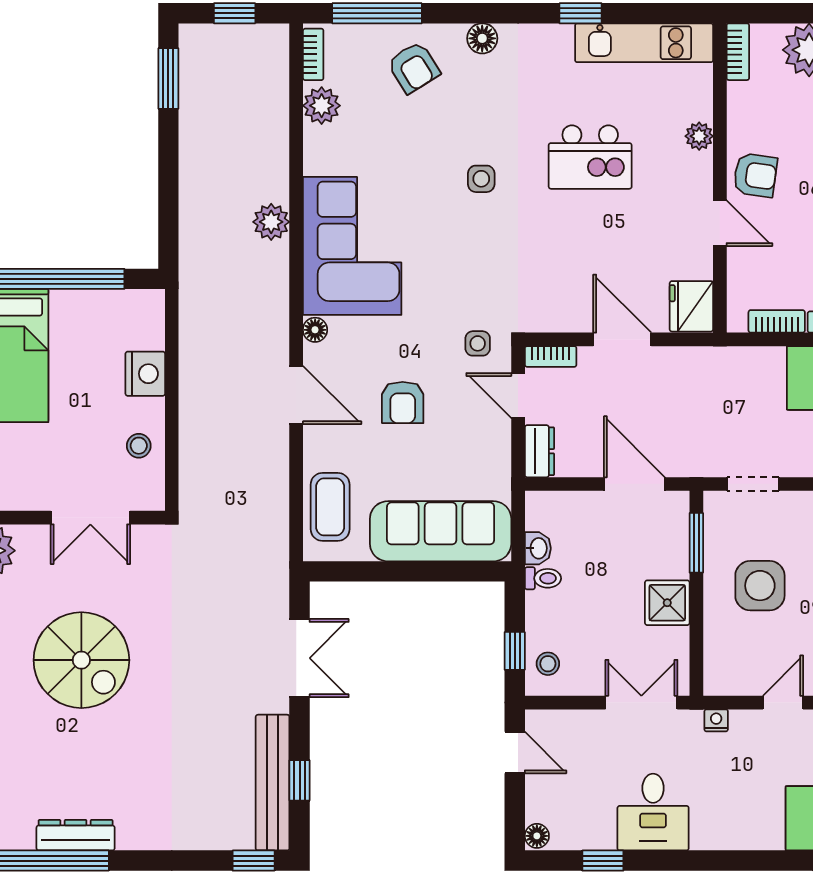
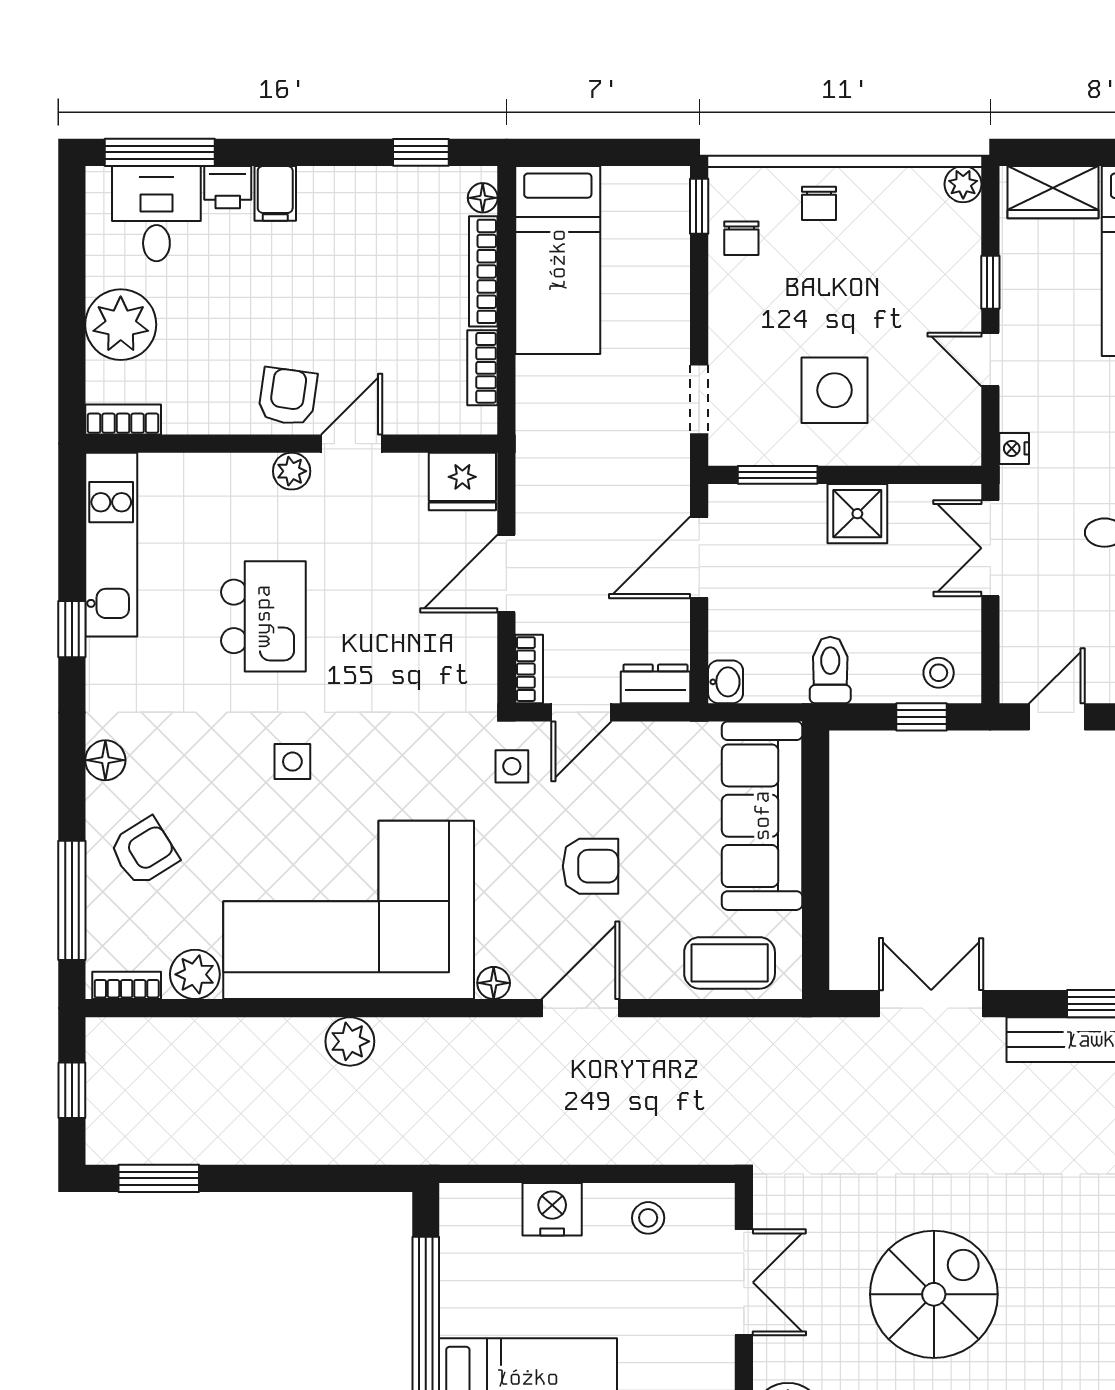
plant: (699, 136) -> (292, 471), moved
corner sofa: (352, 246) -> (349, 910), width x1.36, depth x1.36
washbasin: (538, 548) -> (725, 682), moved, turned 90
toilet: (543, 578) -> (830, 670), width x1.37, depth x1.39

